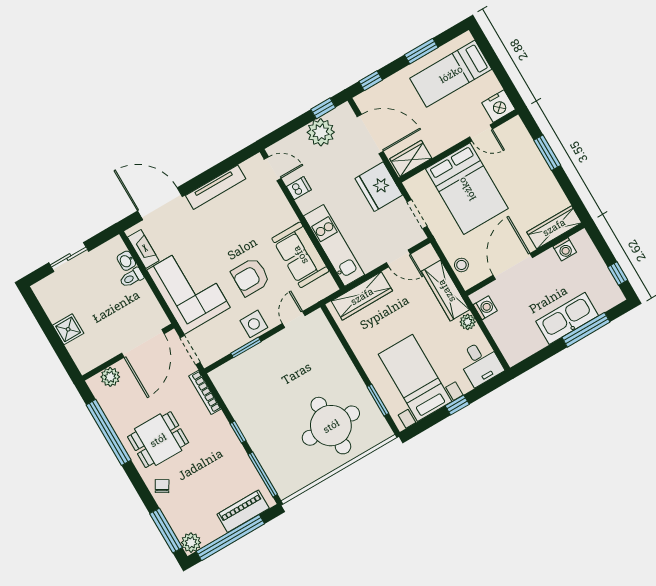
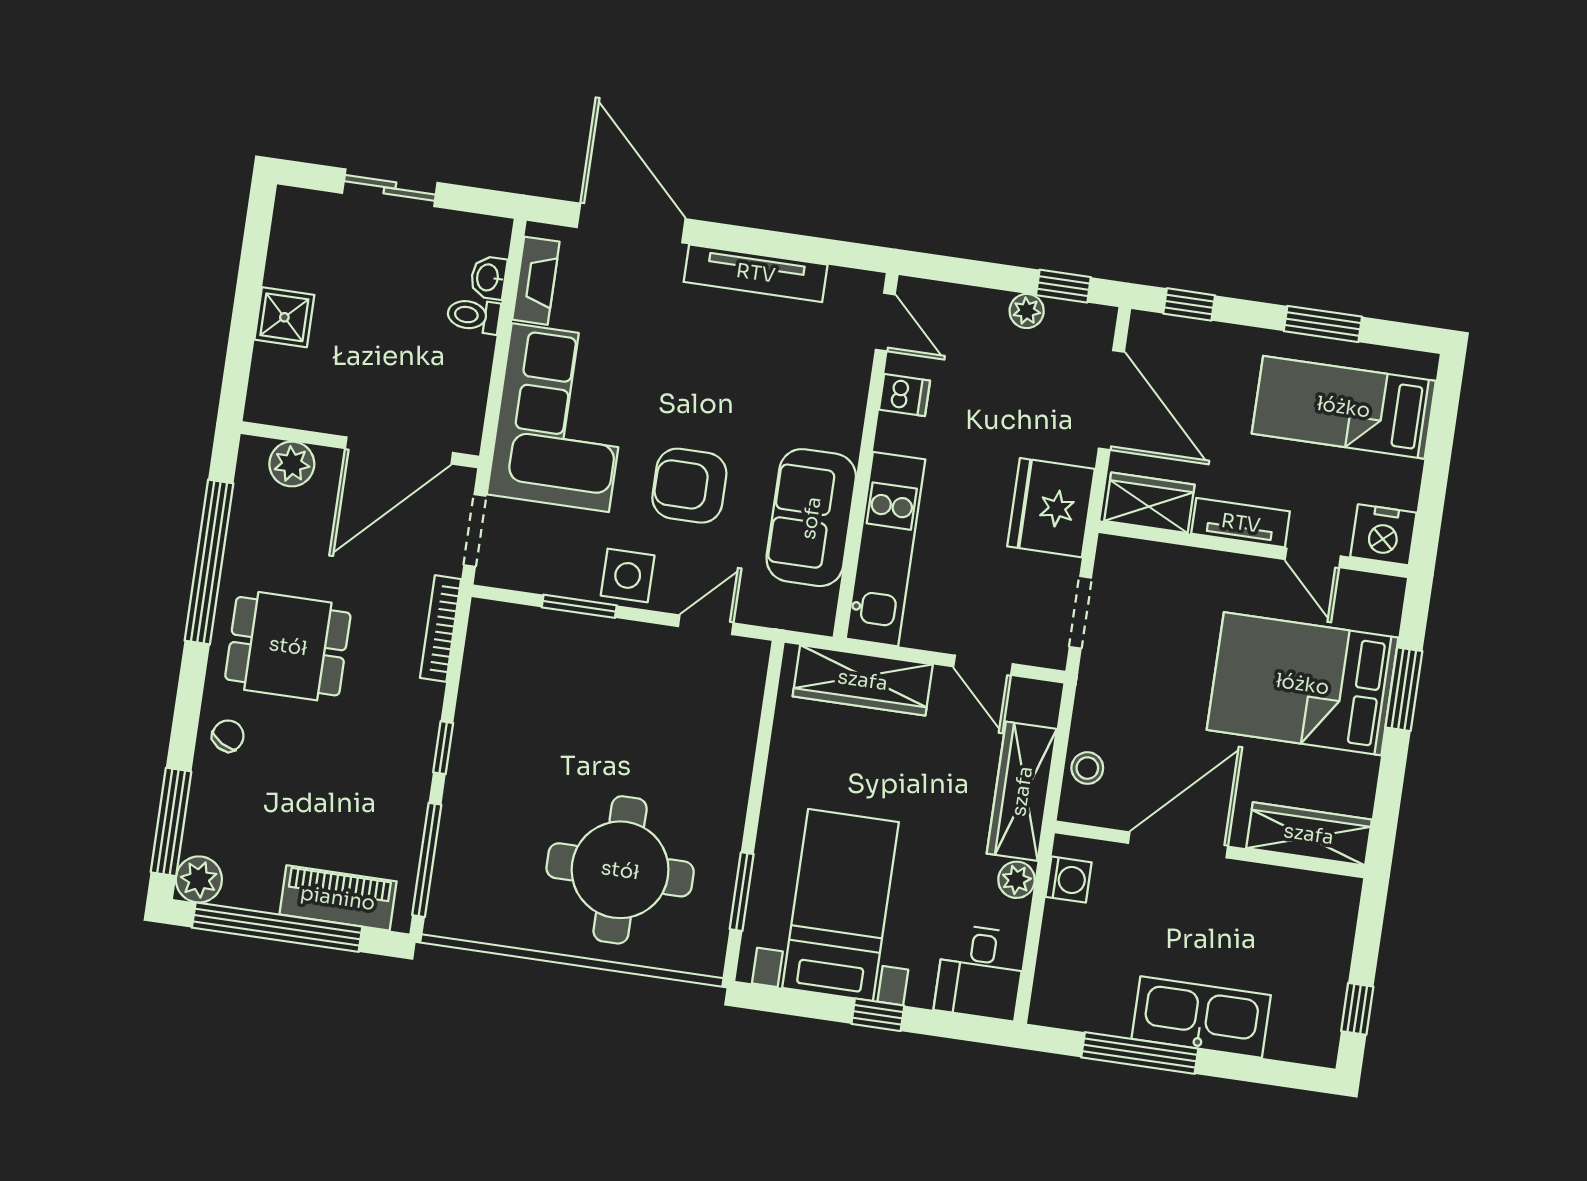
plant: (321, 132) -> (1027, 311), width x0.53, depth x0.53
tv unit: (447, 141) -> (1241, 523), added
bed: (467, 189) -> (1303, 684), moved, turned 90
washing machine: (565, 249) -> (1296, 889), removed
window: (586, 330) -> (1140, 1053), moved

